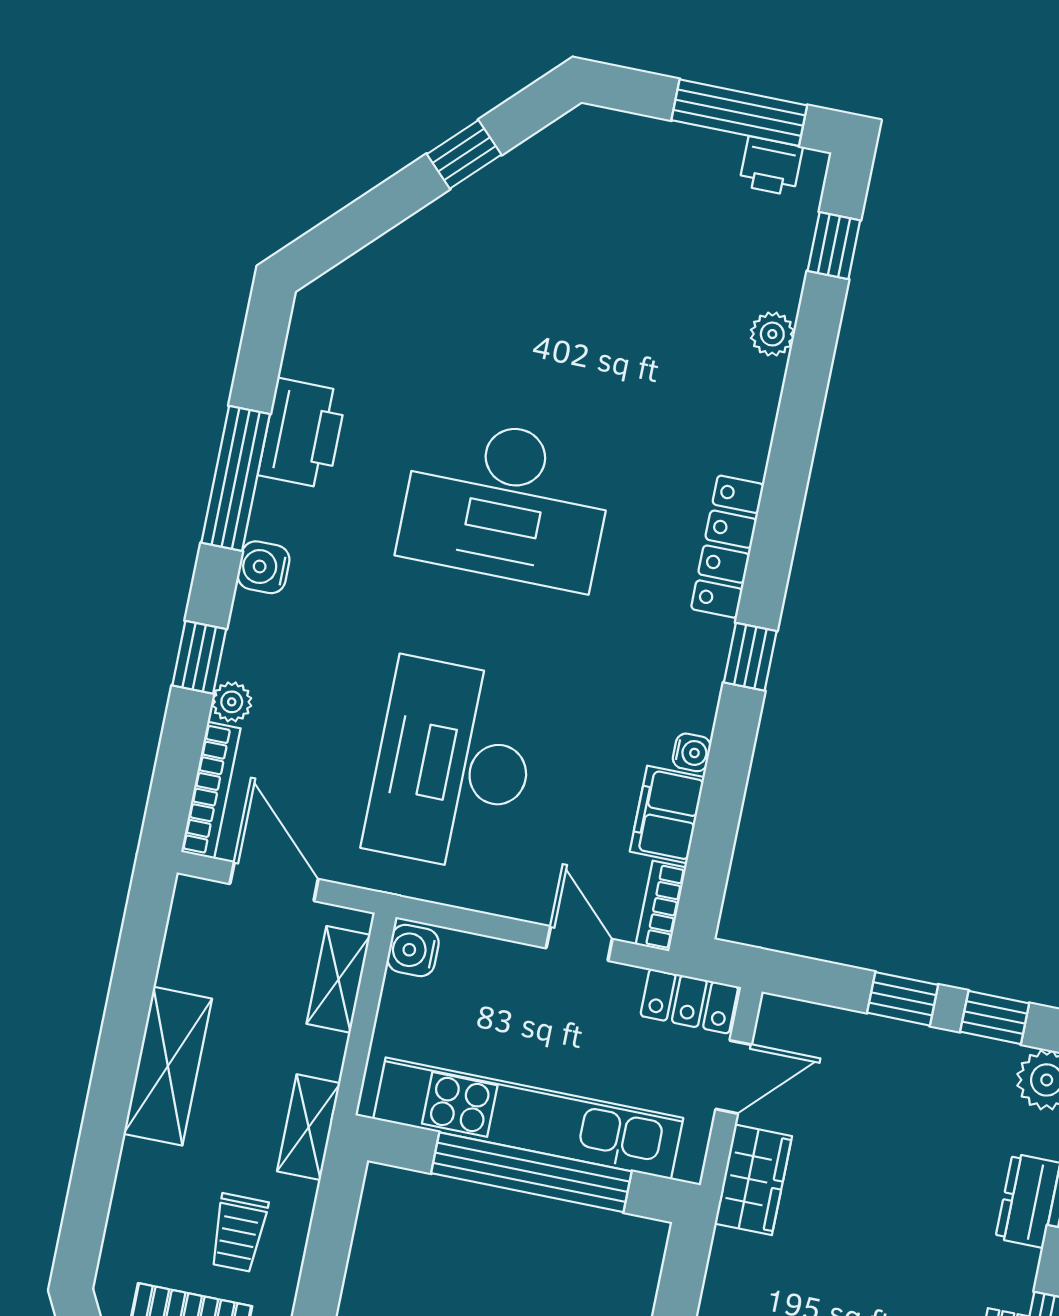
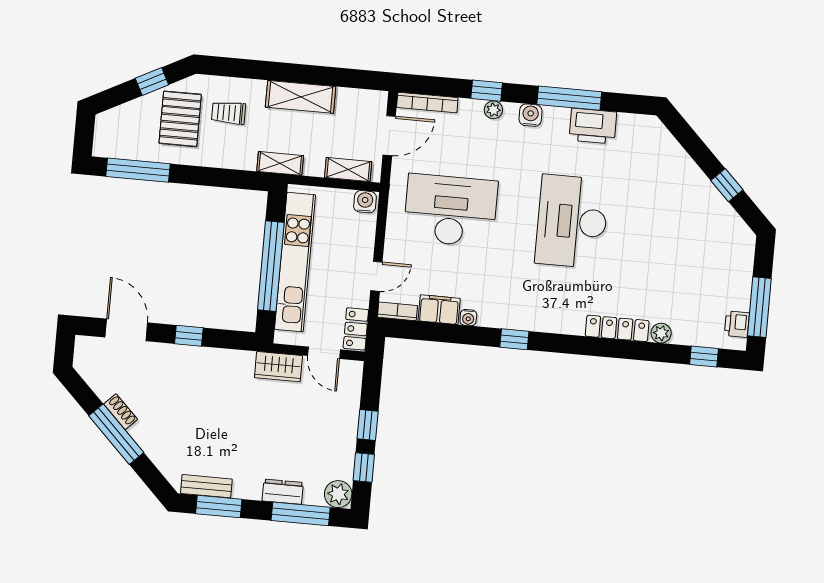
locker: (727, 547) -> (617, 328), moved
plant: (232, 702) -> (493, 110), moved
trolley: (239, 1233) -> (228, 113), moved

